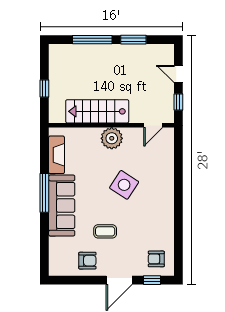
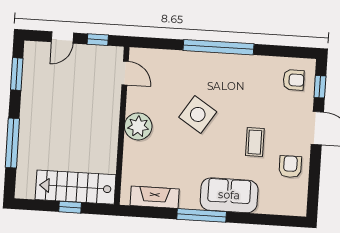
window: (133, 40) -> (17, 74), moved
stairs: (97, 111) -> (76, 187), moved, turned 90
window: (178, 198) -> (219, 47), added
sofa: (62, 206) -> (229, 195), width x0.73
armchair: (156, 259) -> (294, 80), turned -90

